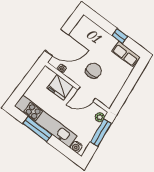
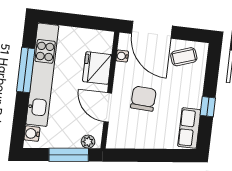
coffee table: (83, 33) -> (184, 57), added
chair: (94, 71) -> (143, 99), turned -87

